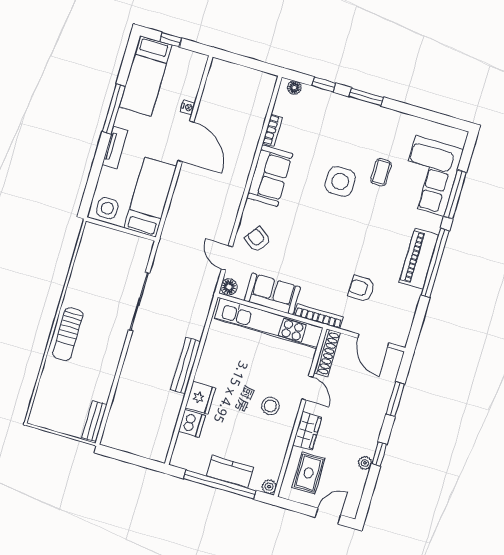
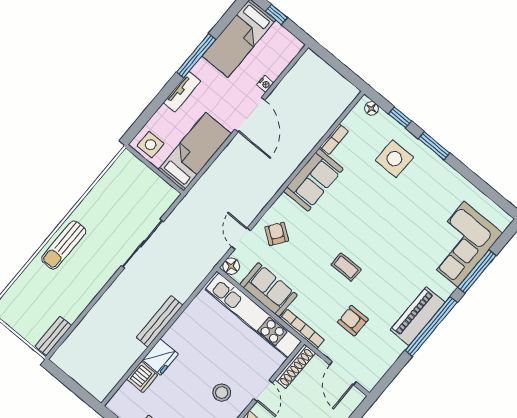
coffee table: (381, 172) -> (346, 267), moved, turned 90
side table: (340, 181) -> (394, 159), moved

